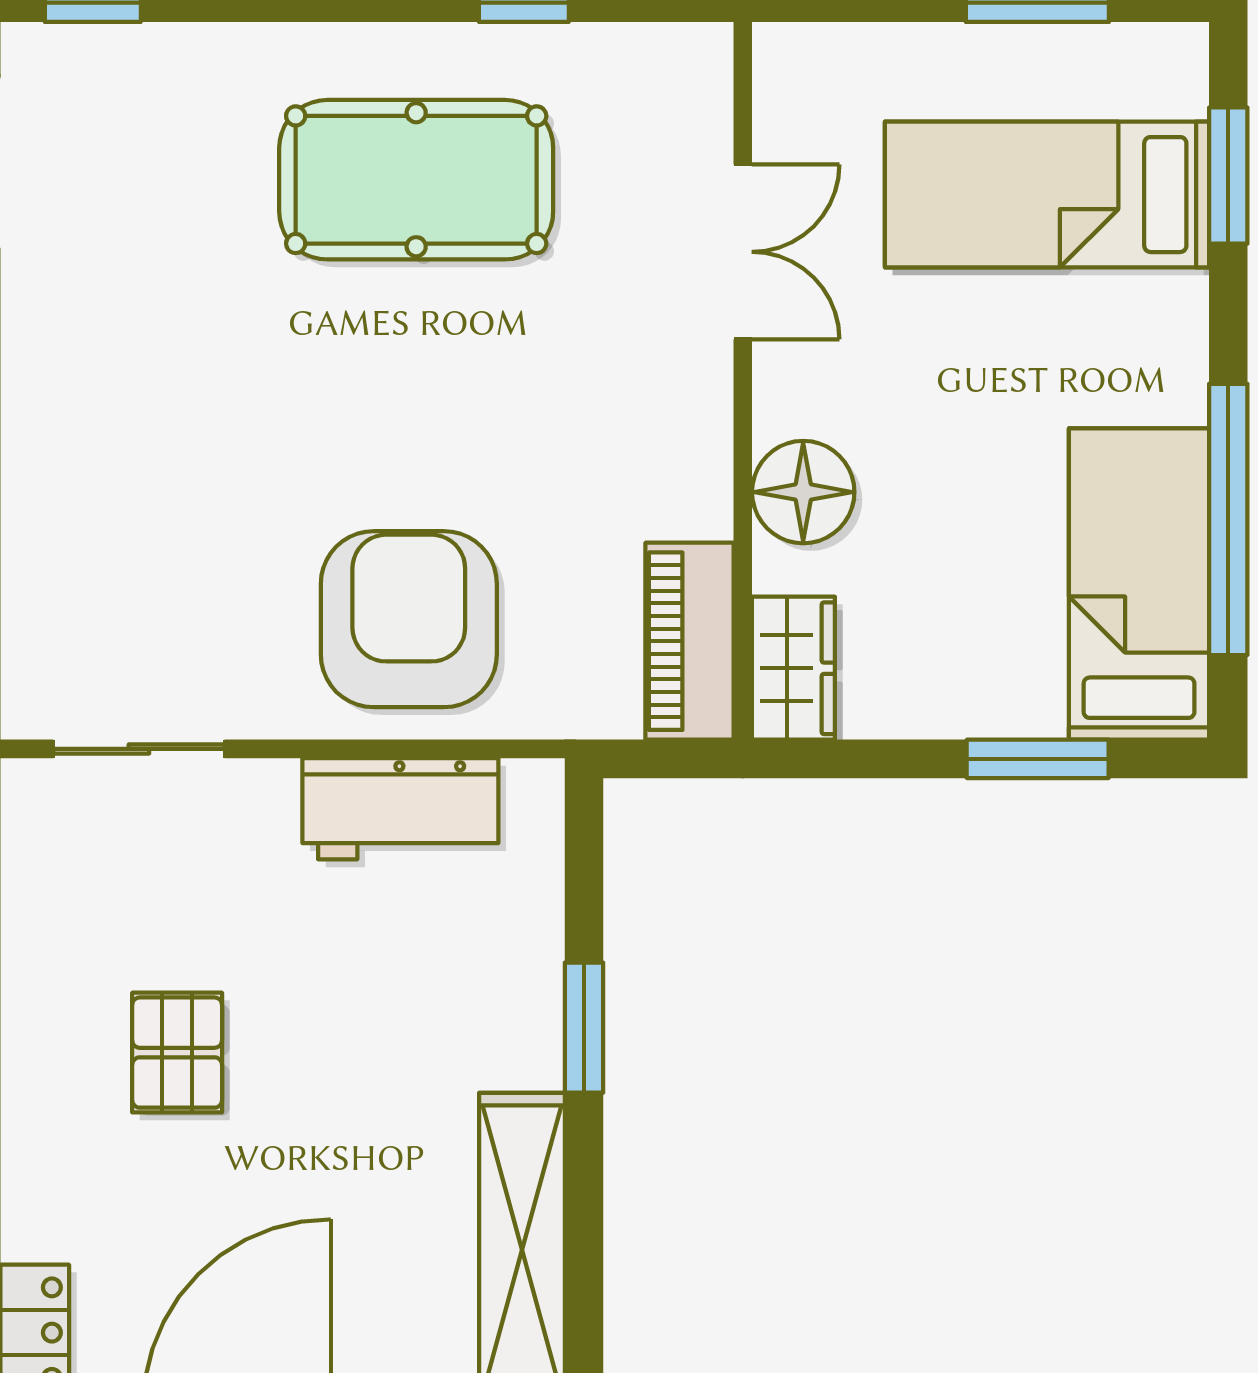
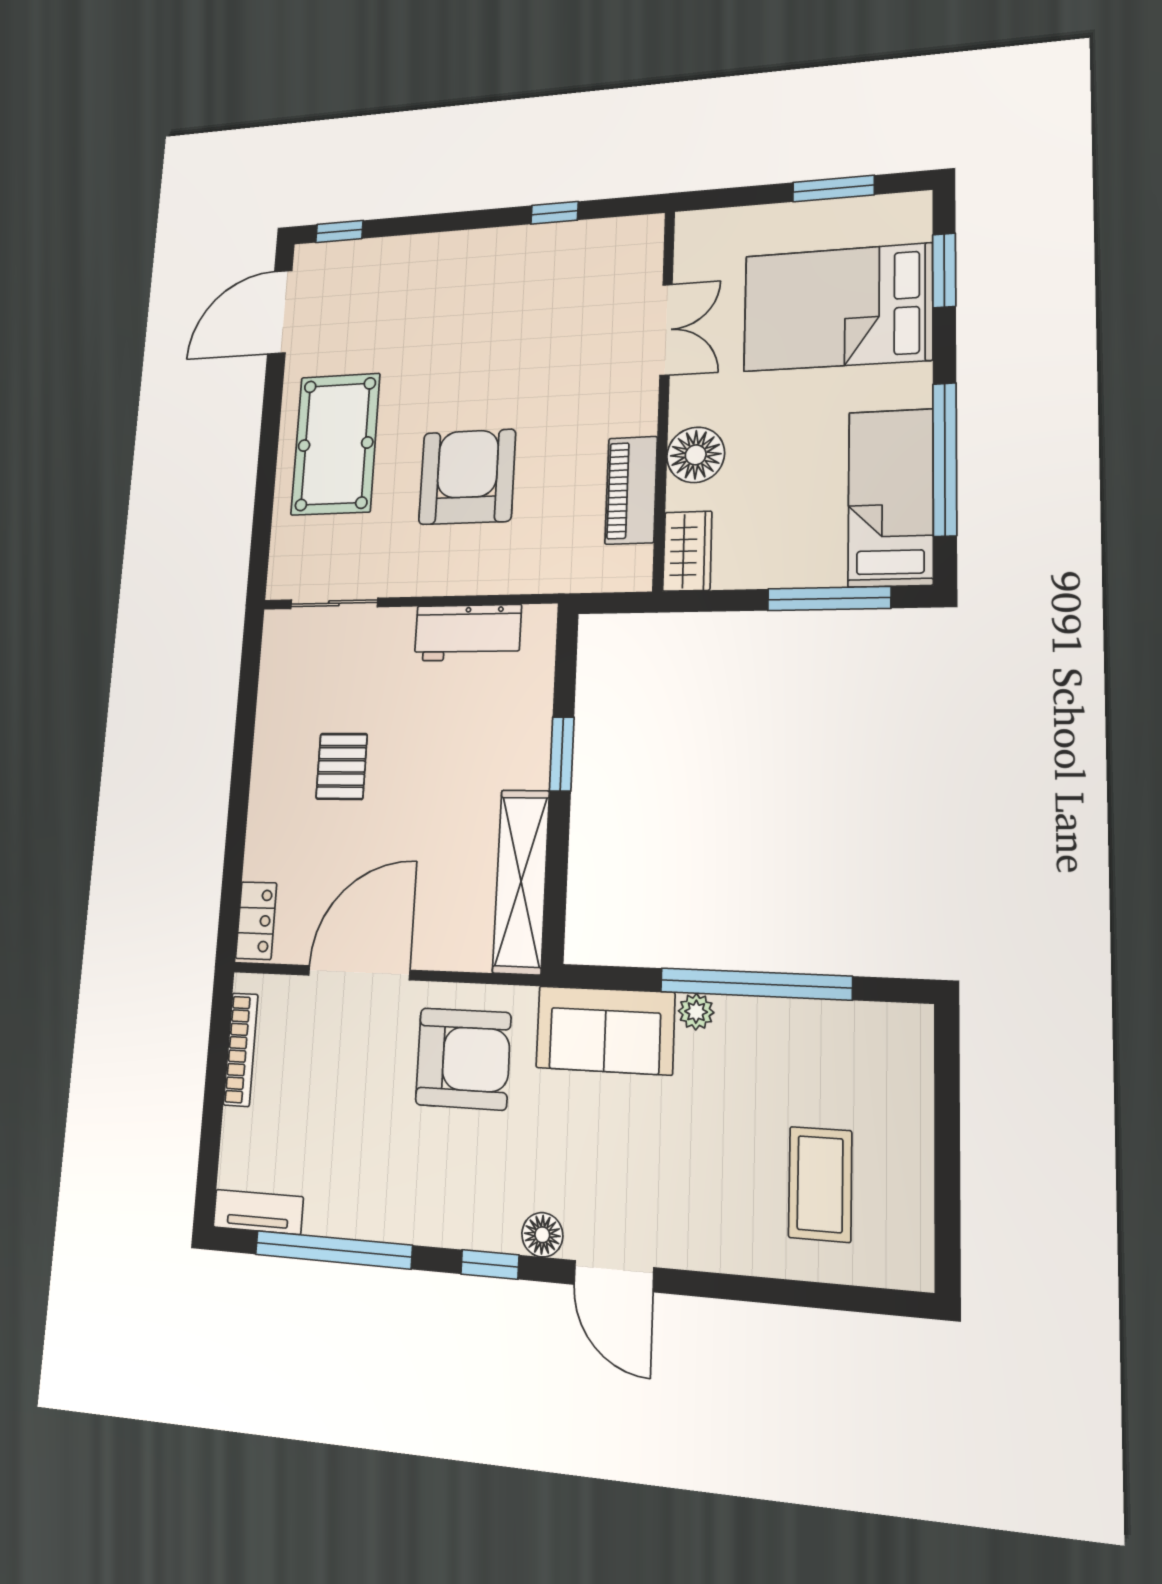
pool table: (416, 180) -> (335, 444), moved, turned 90
bed: (1047, 195) -> (838, 307), width x1.50
armchair: (409, 619) -> (467, 477), moved
piano: (690, 641) -> (631, 490), moved
window: (1038, 759) -> (829, 599), width x1.44

